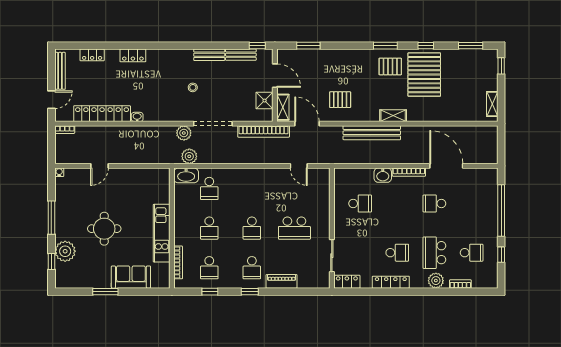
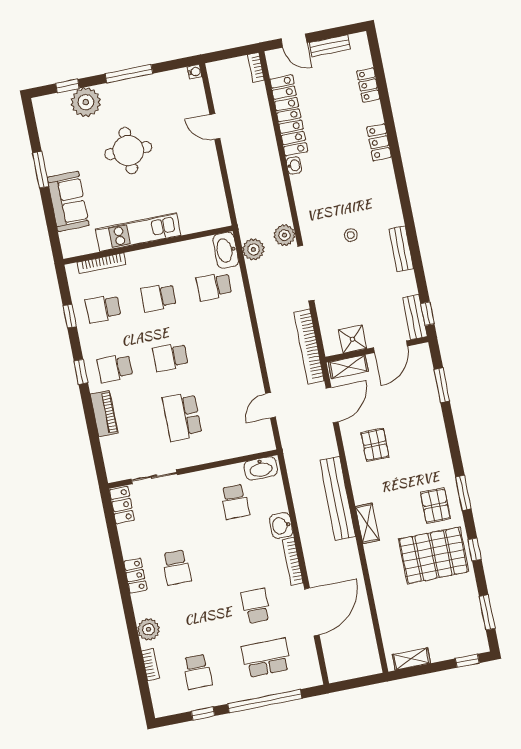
bench: (241, 55) -> (415, 317), moved
bench: (60, 71) -> (330, 46), width x0.73
washbasin: (341, 181) -> (261, 468), added
school desk: (434, 253) -> (266, 658), moved
locker: (391, 282) -> (135, 576), width x0.66

